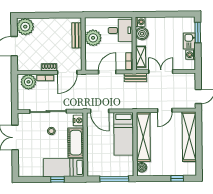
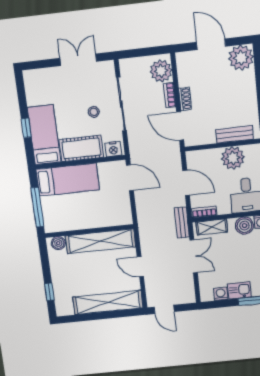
door: (100, 111) -> (130, 178), swing flipped
bed: (124, 134) -> (68, 180), moved, turned 180

